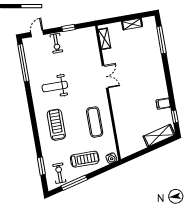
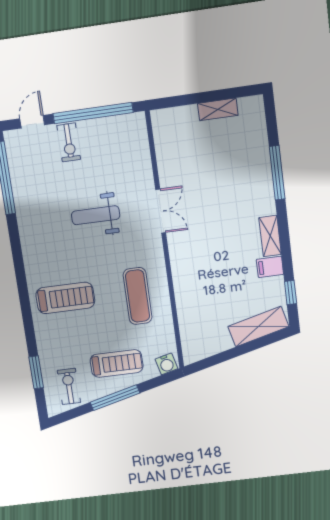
window: (68, 28) -> (93, 113), width x3.17
shelving: (104, 39) -> (270, 236), moved
window: (161, 40) -> (277, 173), moved
weight bench: (55, 86) -> (96, 215), moved
treadmill: (56, 125) -> (65, 298), turned 90
window: (74, 183) -> (115, 398), moved

